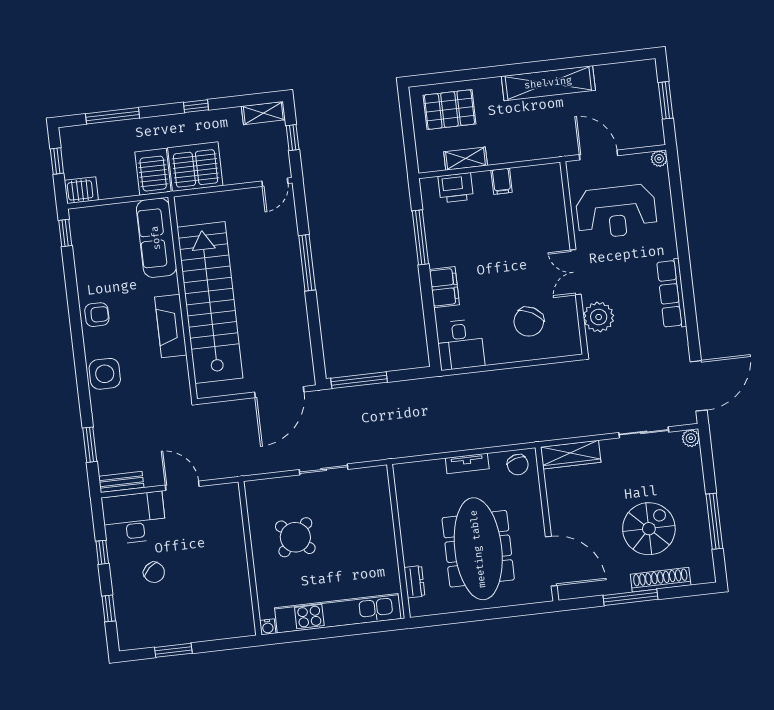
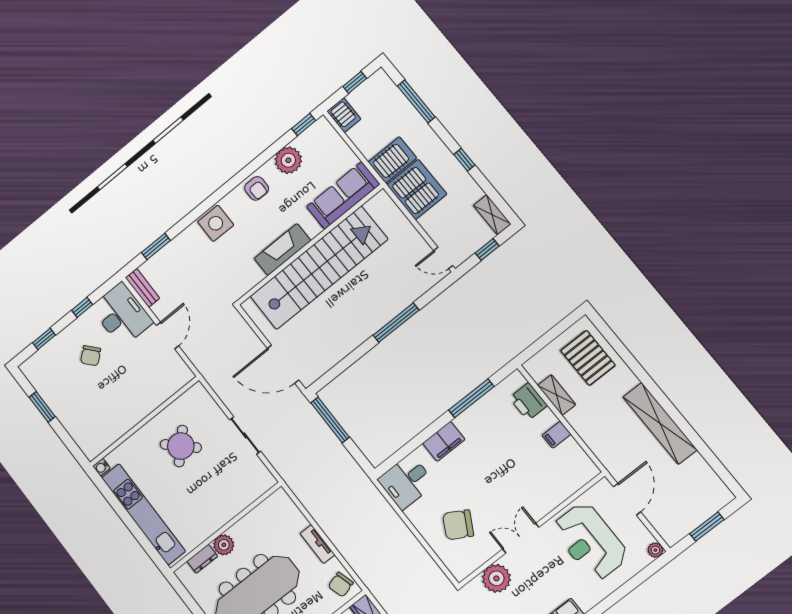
plant: (90, 268) -> (288, 160), added
plant: (414, 553) -> (224, 545), added

